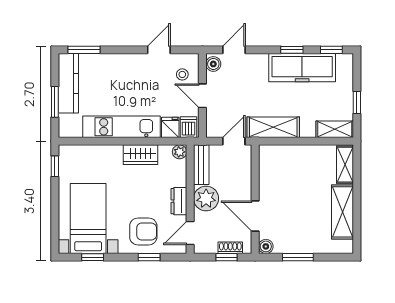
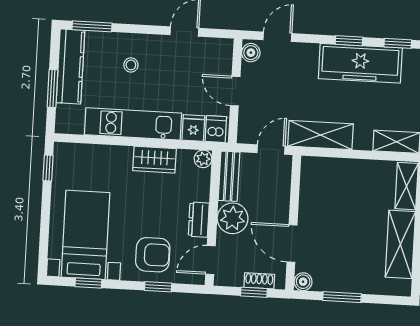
stool: (182, 74) -> (131, 65), moved

